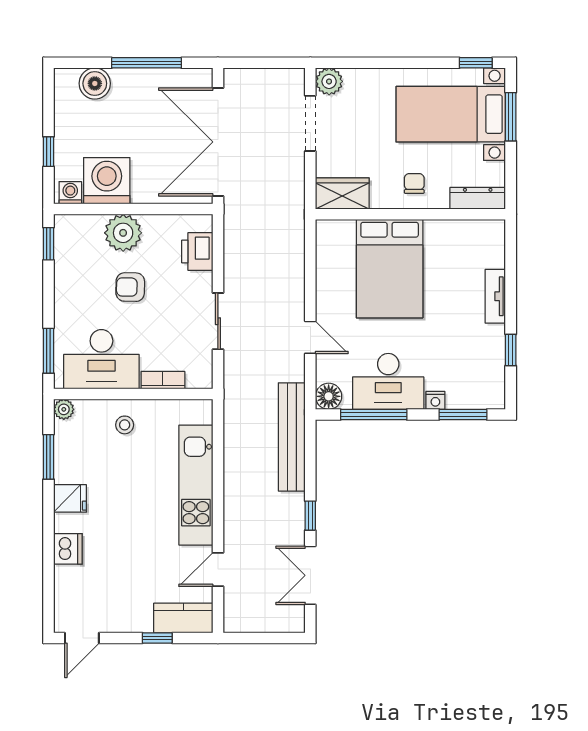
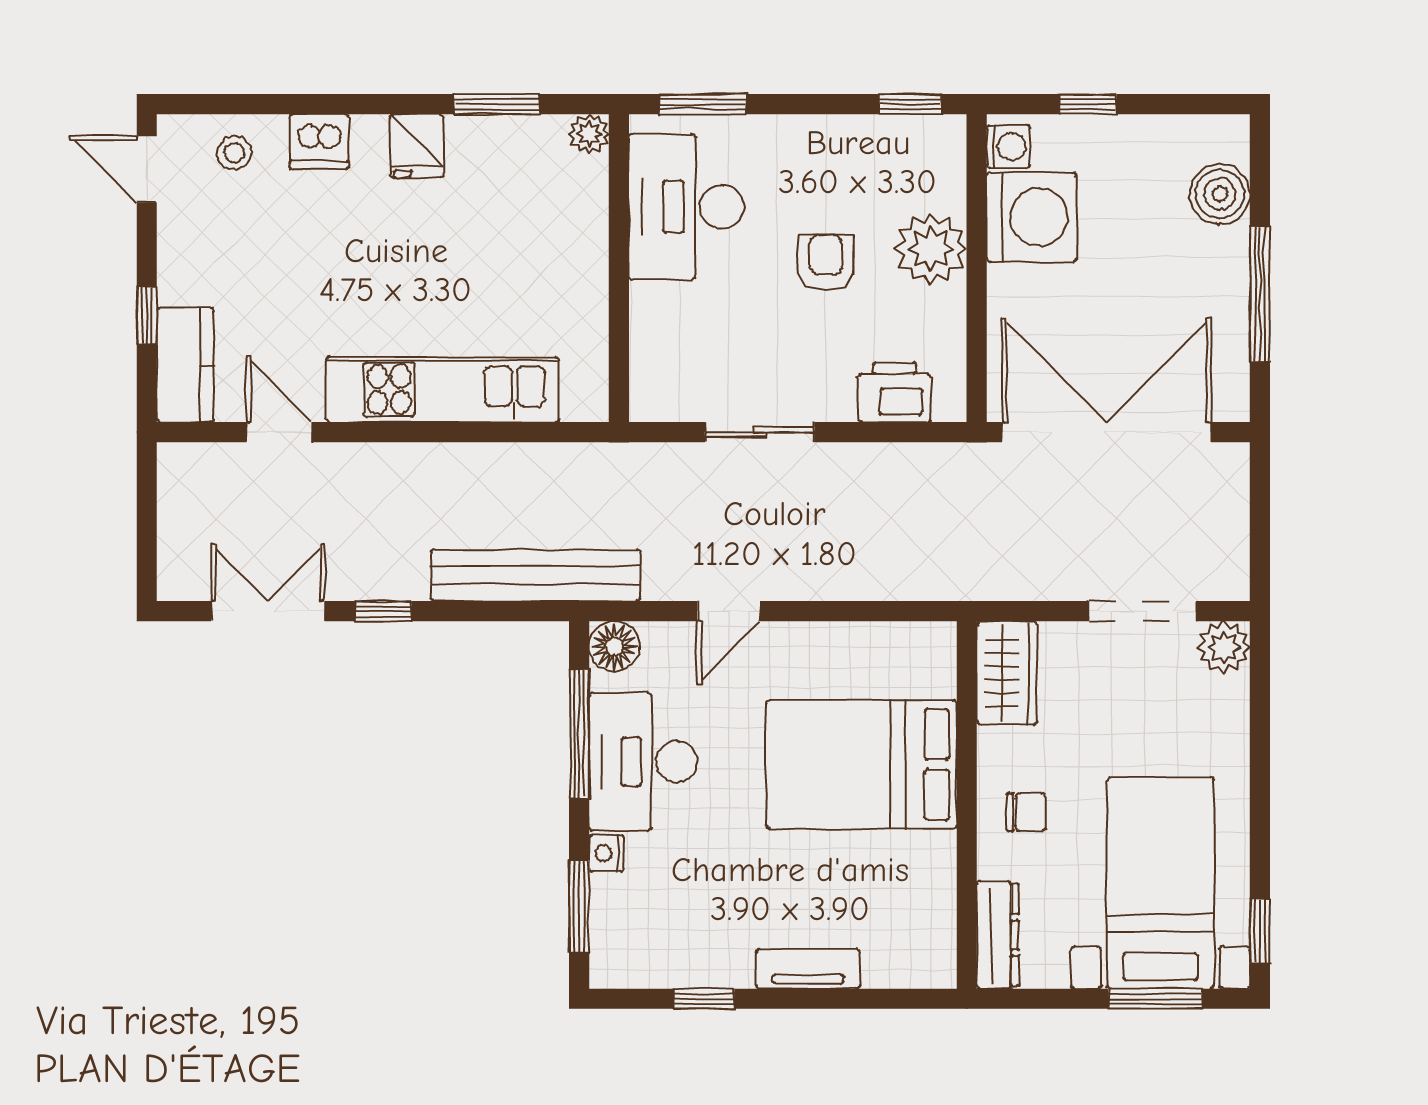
bookcase: (163, 380) -> (646, 326), removed
stool: (125, 425) -> (234, 153), moved

